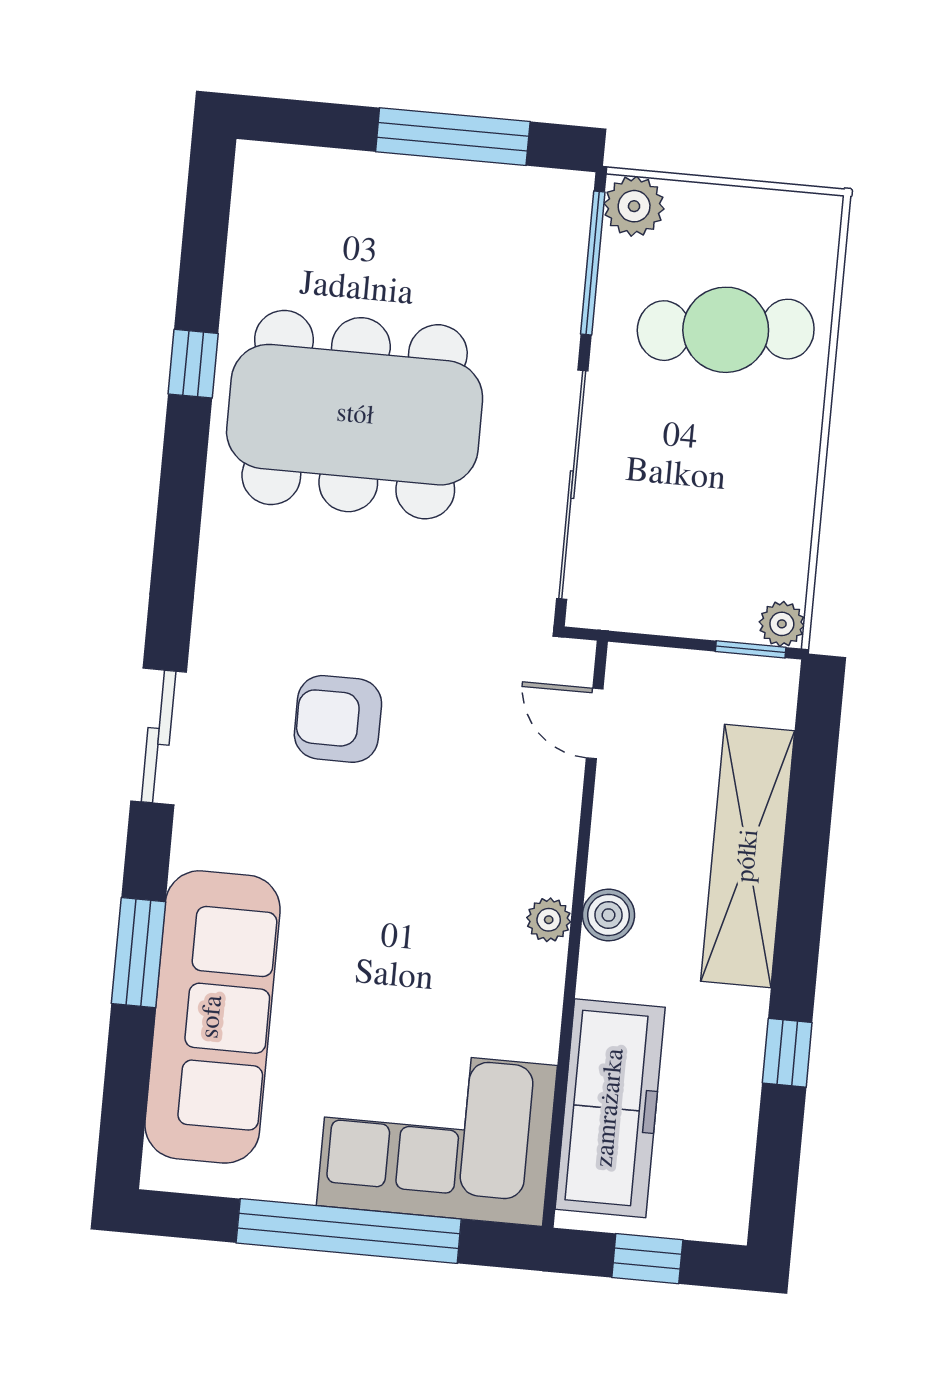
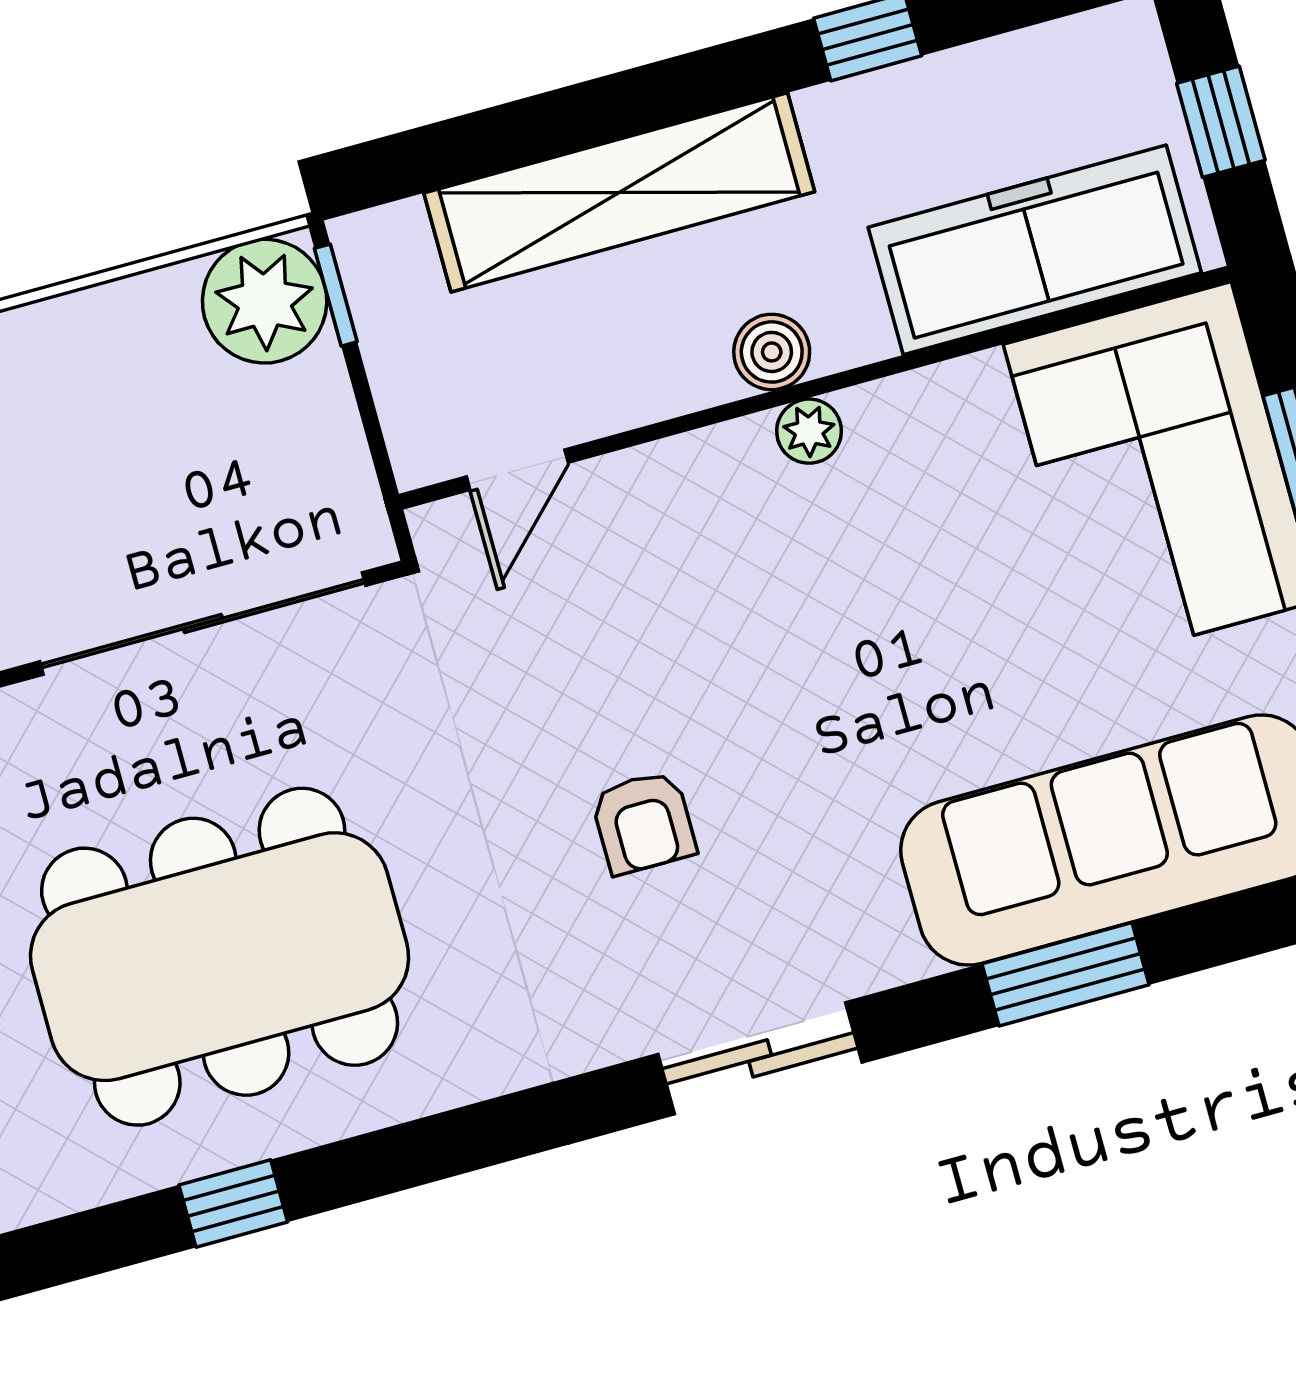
dining table: (355, 415) -> (220, 957), turned 90
plant: (782, 624) -> (265, 301), width x1.88, depth x1.88
armchair: (338, 719) -> (644, 823), width x0.72, depth x0.72

